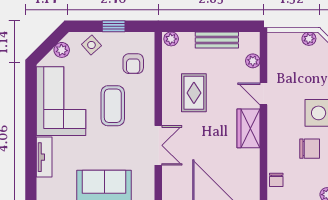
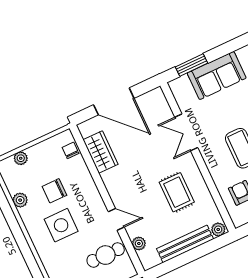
bench: (217, 40) -> (185, 244), width x1.36
cafe table: (290, 65) -> (106, 255), added
wardrobe: (248, 128) -> (101, 152), moved

